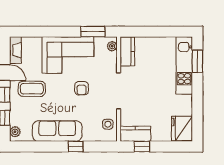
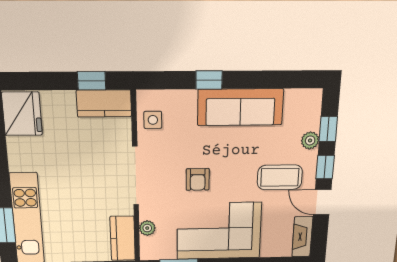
plant: (112, 46) -> (147, 228), moved
armchair: (81, 88) -> (198, 179), turned 180
plant: (15, 132) -> (310, 140), moved

